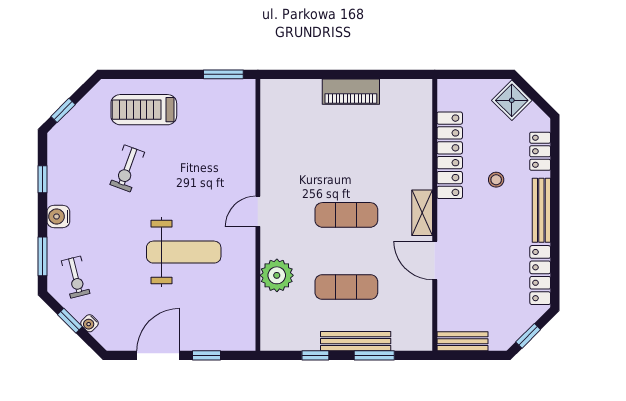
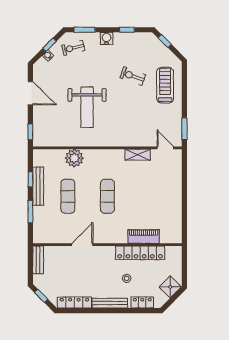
piano: (351, 92) -> (144, 236), moved, turned 90
door: (258, 211) -> (165, 148), moved
shelving: (422, 213) -> (138, 155), moved
bench: (356, 341) -> (38, 186), moved
window: (206, 355) -> (30, 132), moved

